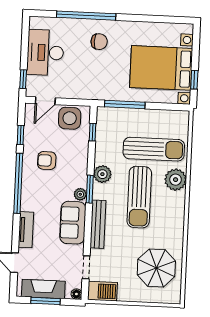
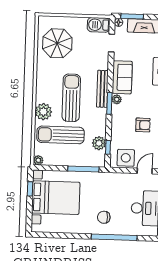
plant: (183, 117) -> (38, 160), added
plant: (102, 174) -> (99, 143), moved
bench: (98, 224) -> (102, 89), moved
window: (46, 301) -> (132, 16), moved

